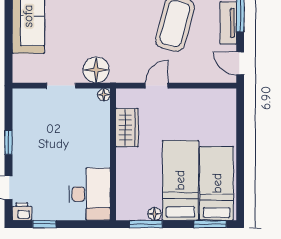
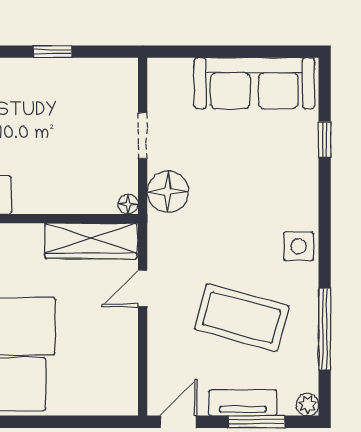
door: (157, 86) -> (143, 288), swing flipped
wardrobe: (127, 128) -> (91, 241), width x1.50

